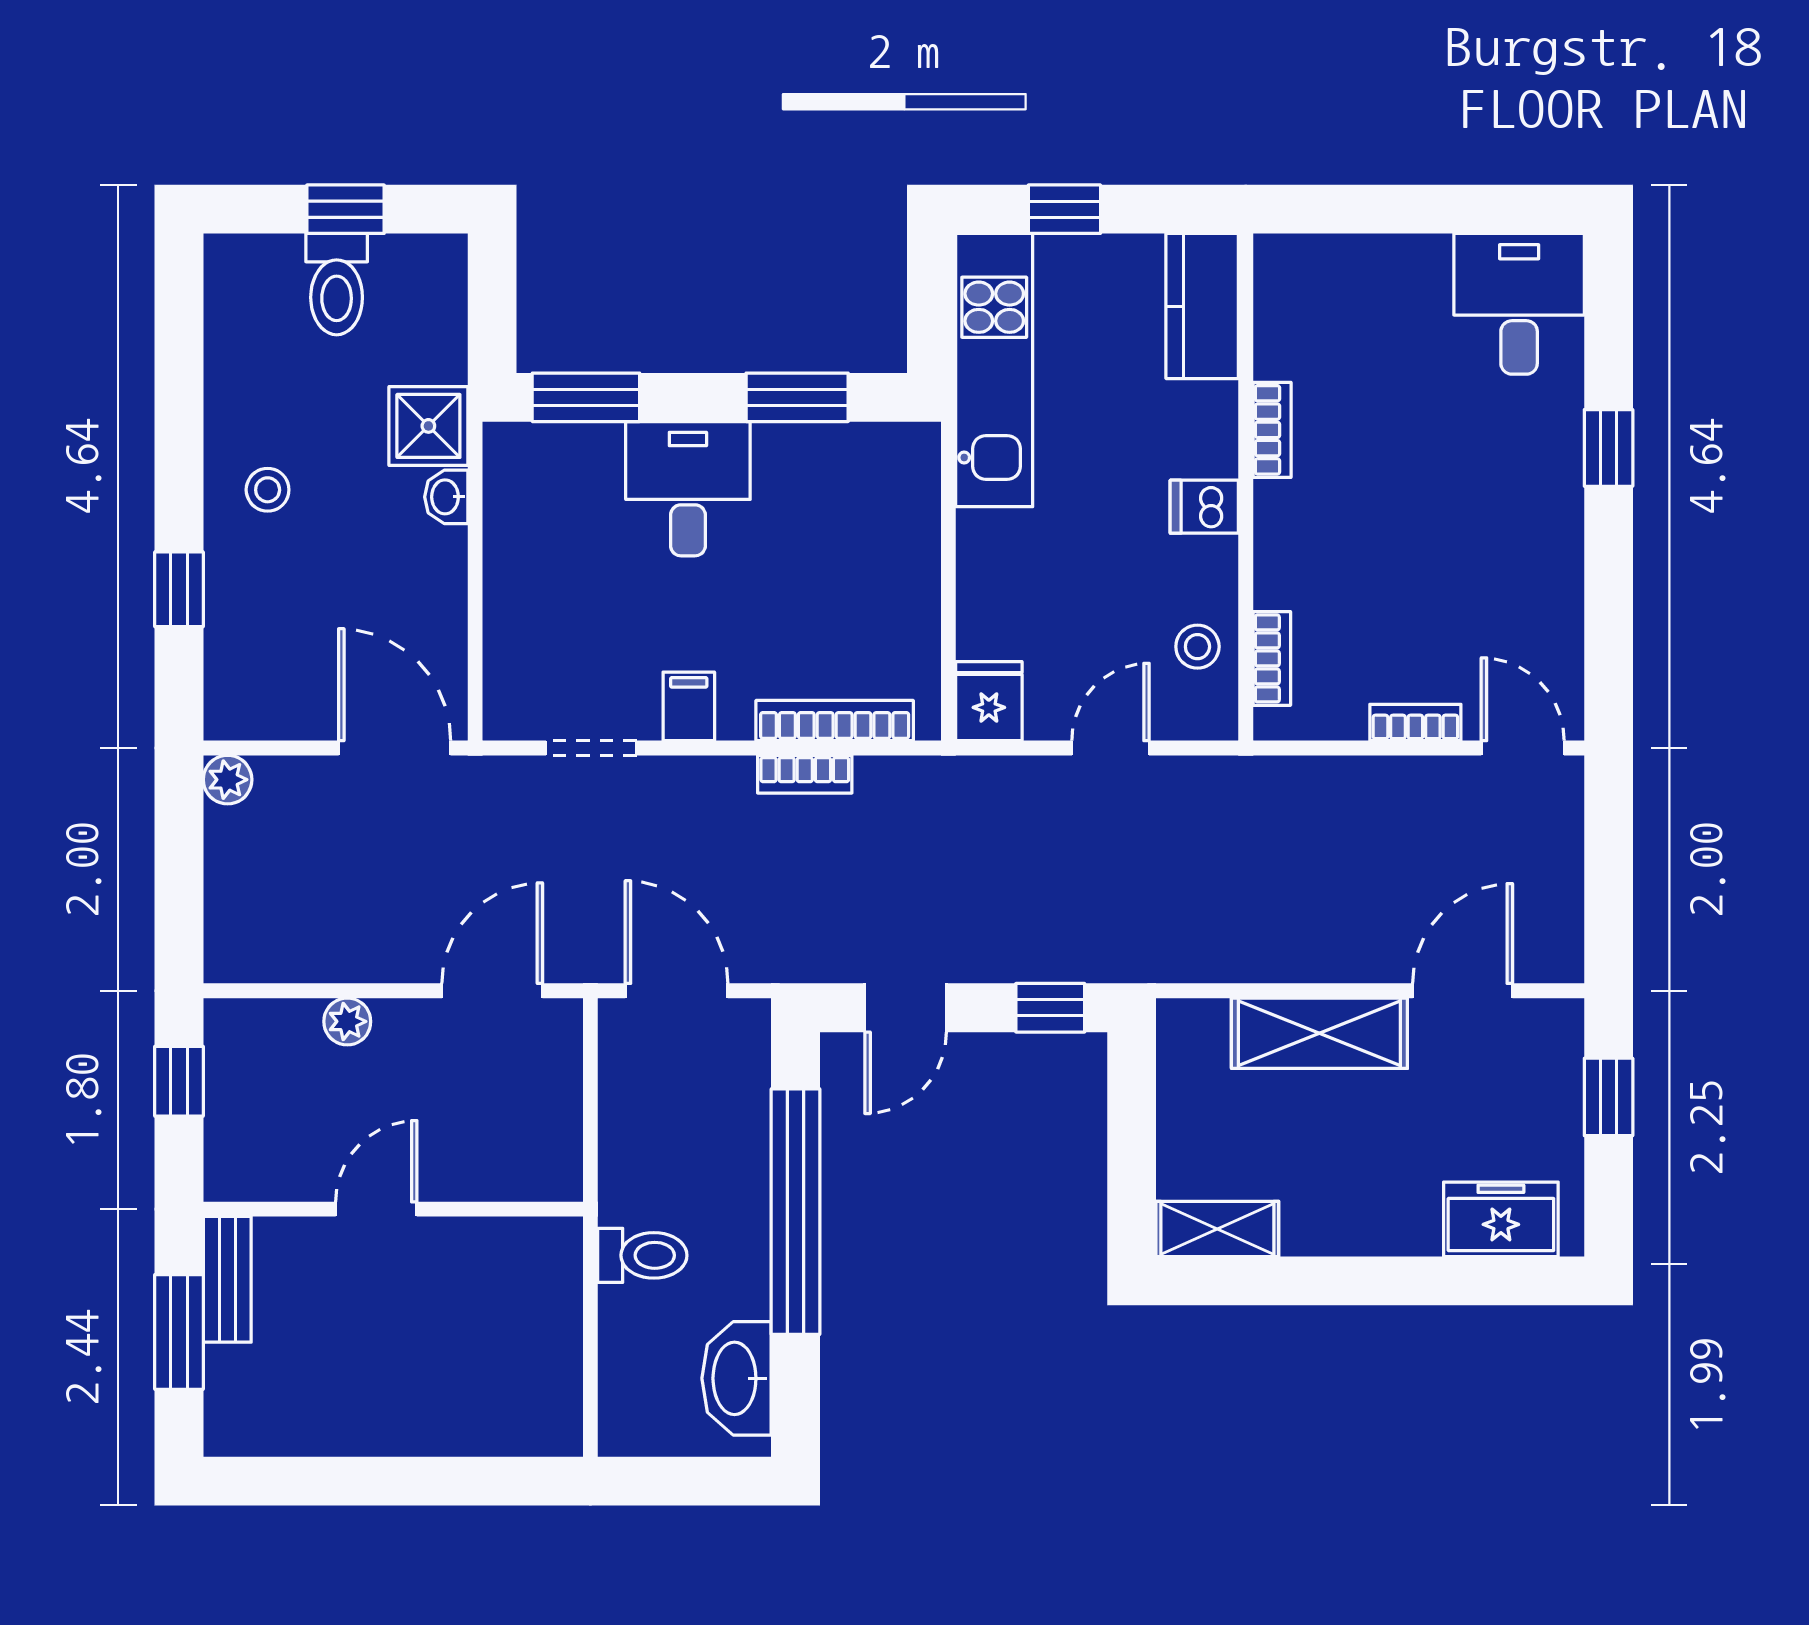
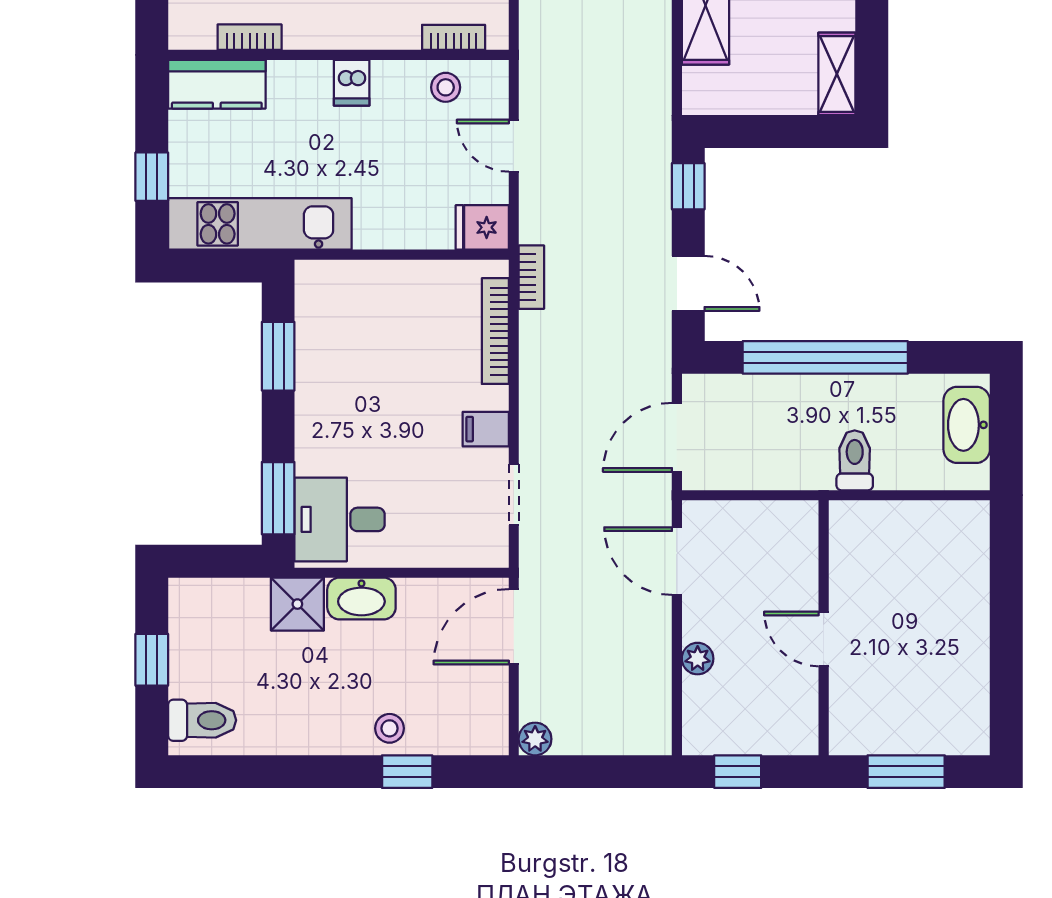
toilet: (337, 284) -> (202, 720), moved
bookcase: (1272, 430) -> (250, 37), moved
desk: (688, 489) -> (340, 519), moved
stool: (268, 490) -> (390, 728), moved
washbasin: (446, 497) -> (361, 598), width x1.91, depth x1.45
bookcase: (805, 774) -> (531, 277), moved
bench: (227, 1279) -> (871, 739), removed
washbasin: (737, 1378) -> (967, 425), moved, turned 90

